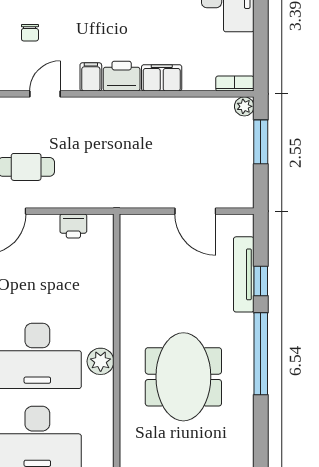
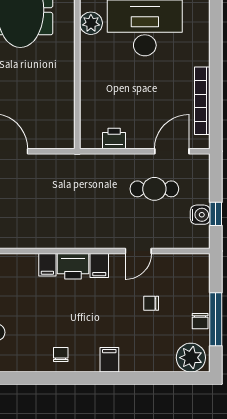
chair: (30, 33) -> (151, 303), turned -90
filing cabinet: (162, 78) -> (47, 265), width x0.50

